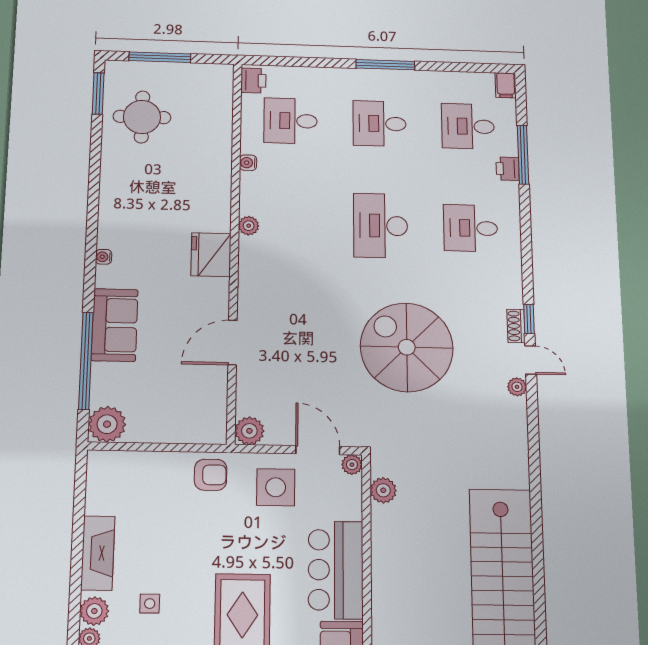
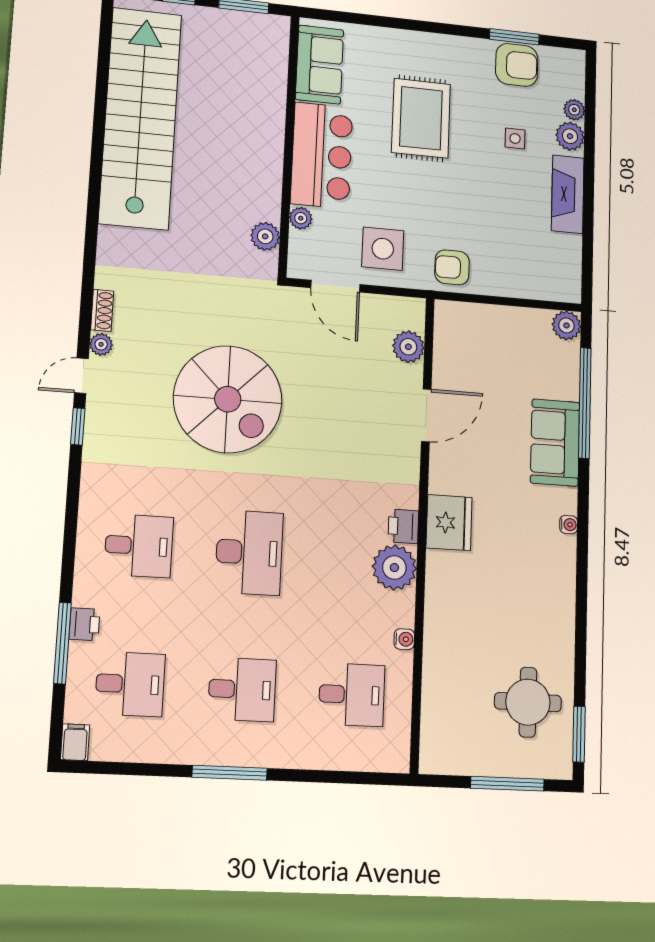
printer: (253, 81) -> (403, 526), moved
plant: (249, 226) -> (394, 568), width x1.87, depth x1.87
shoe rack: (516, 326) -> (102, 310), moved
door: (531, 360) -> (81, 376), hinge flipped
plant: (107, 424) -> (566, 325), width x0.73, depth x0.73
plant: (249, 431) -> (408, 347), moved
plant: (352, 465) -> (301, 218), moved

